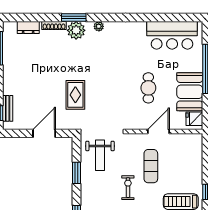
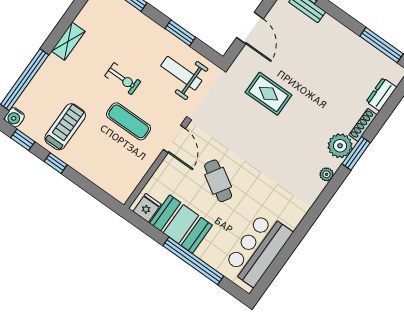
cafe table: (148, 88) -> (218, 181), turned 32
door: (158, 132) -> (174, 139), moved

